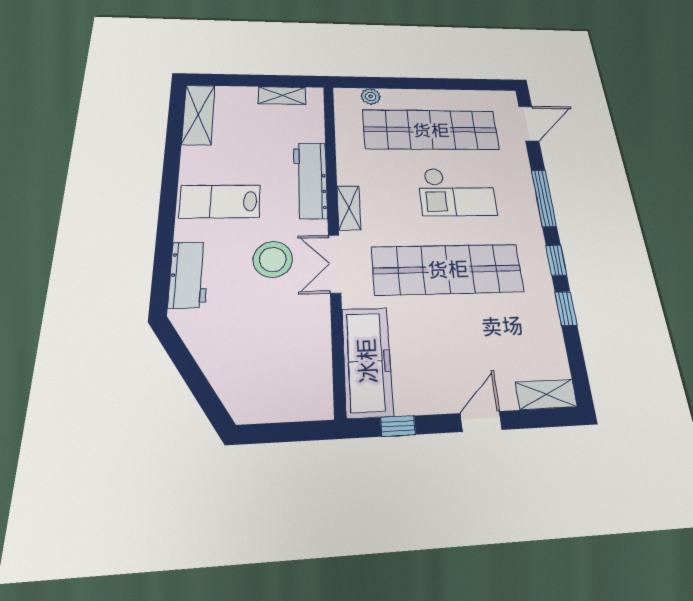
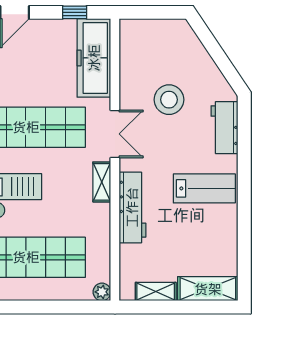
plant: (371, 96) -> (102, 292), moved
shelving: (198, 115) -> (208, 289), moved, turned 90
stool: (273, 259) -> (169, 100), moved

